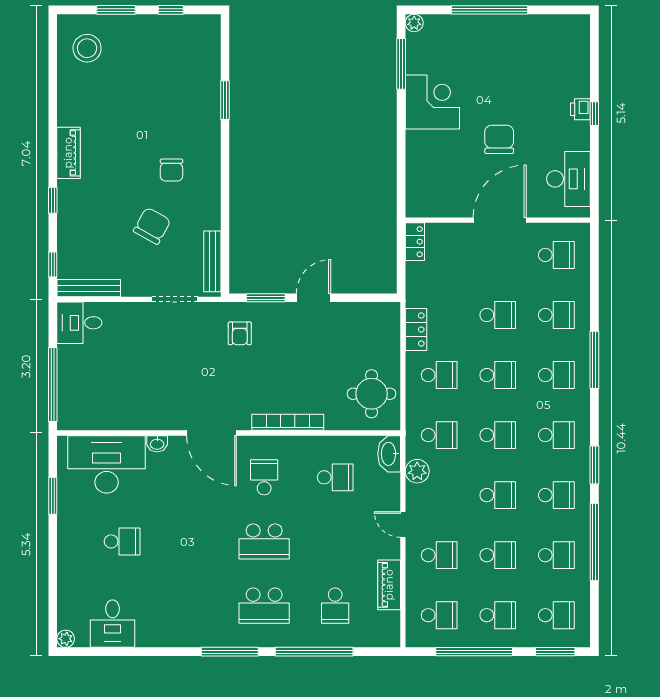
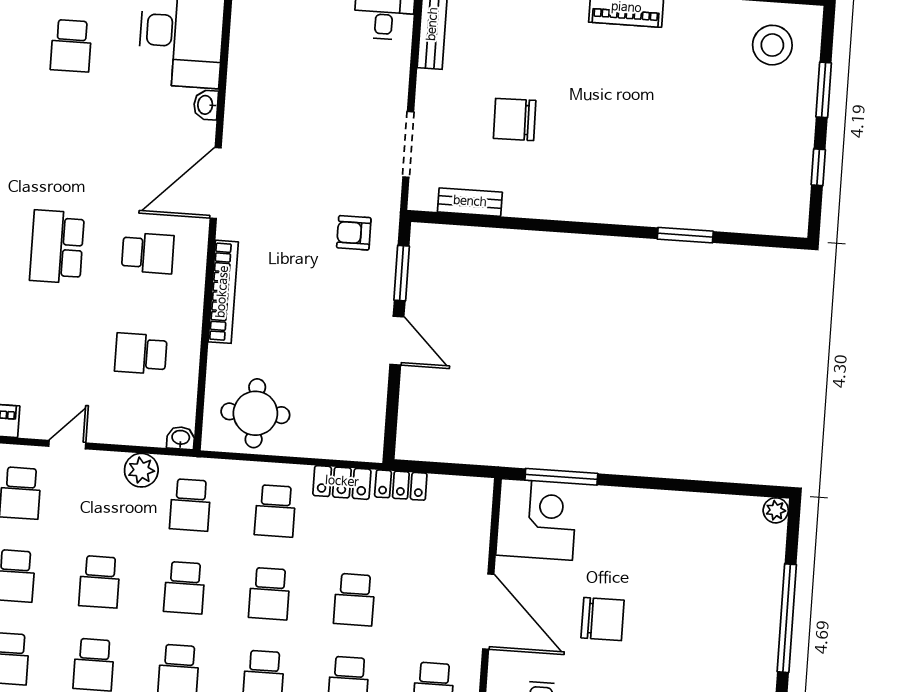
window: (401, 64) -> (561, 477), moved
corner desk: (432, 102) -> (537, 519), moved, turned -90
chair: (171, 170) -> (592, 152), removed
chair: (152, 226) -> (515, 119), turned 150
locker: (415, 242) -> (401, 485), moved
bench: (212, 261) -> (470, 202), width x0.73
washbasin: (389, 454) -> (181, 438), width x0.52, depth x0.69
school desk: (335, 477) -> (141, 354), turned 90

